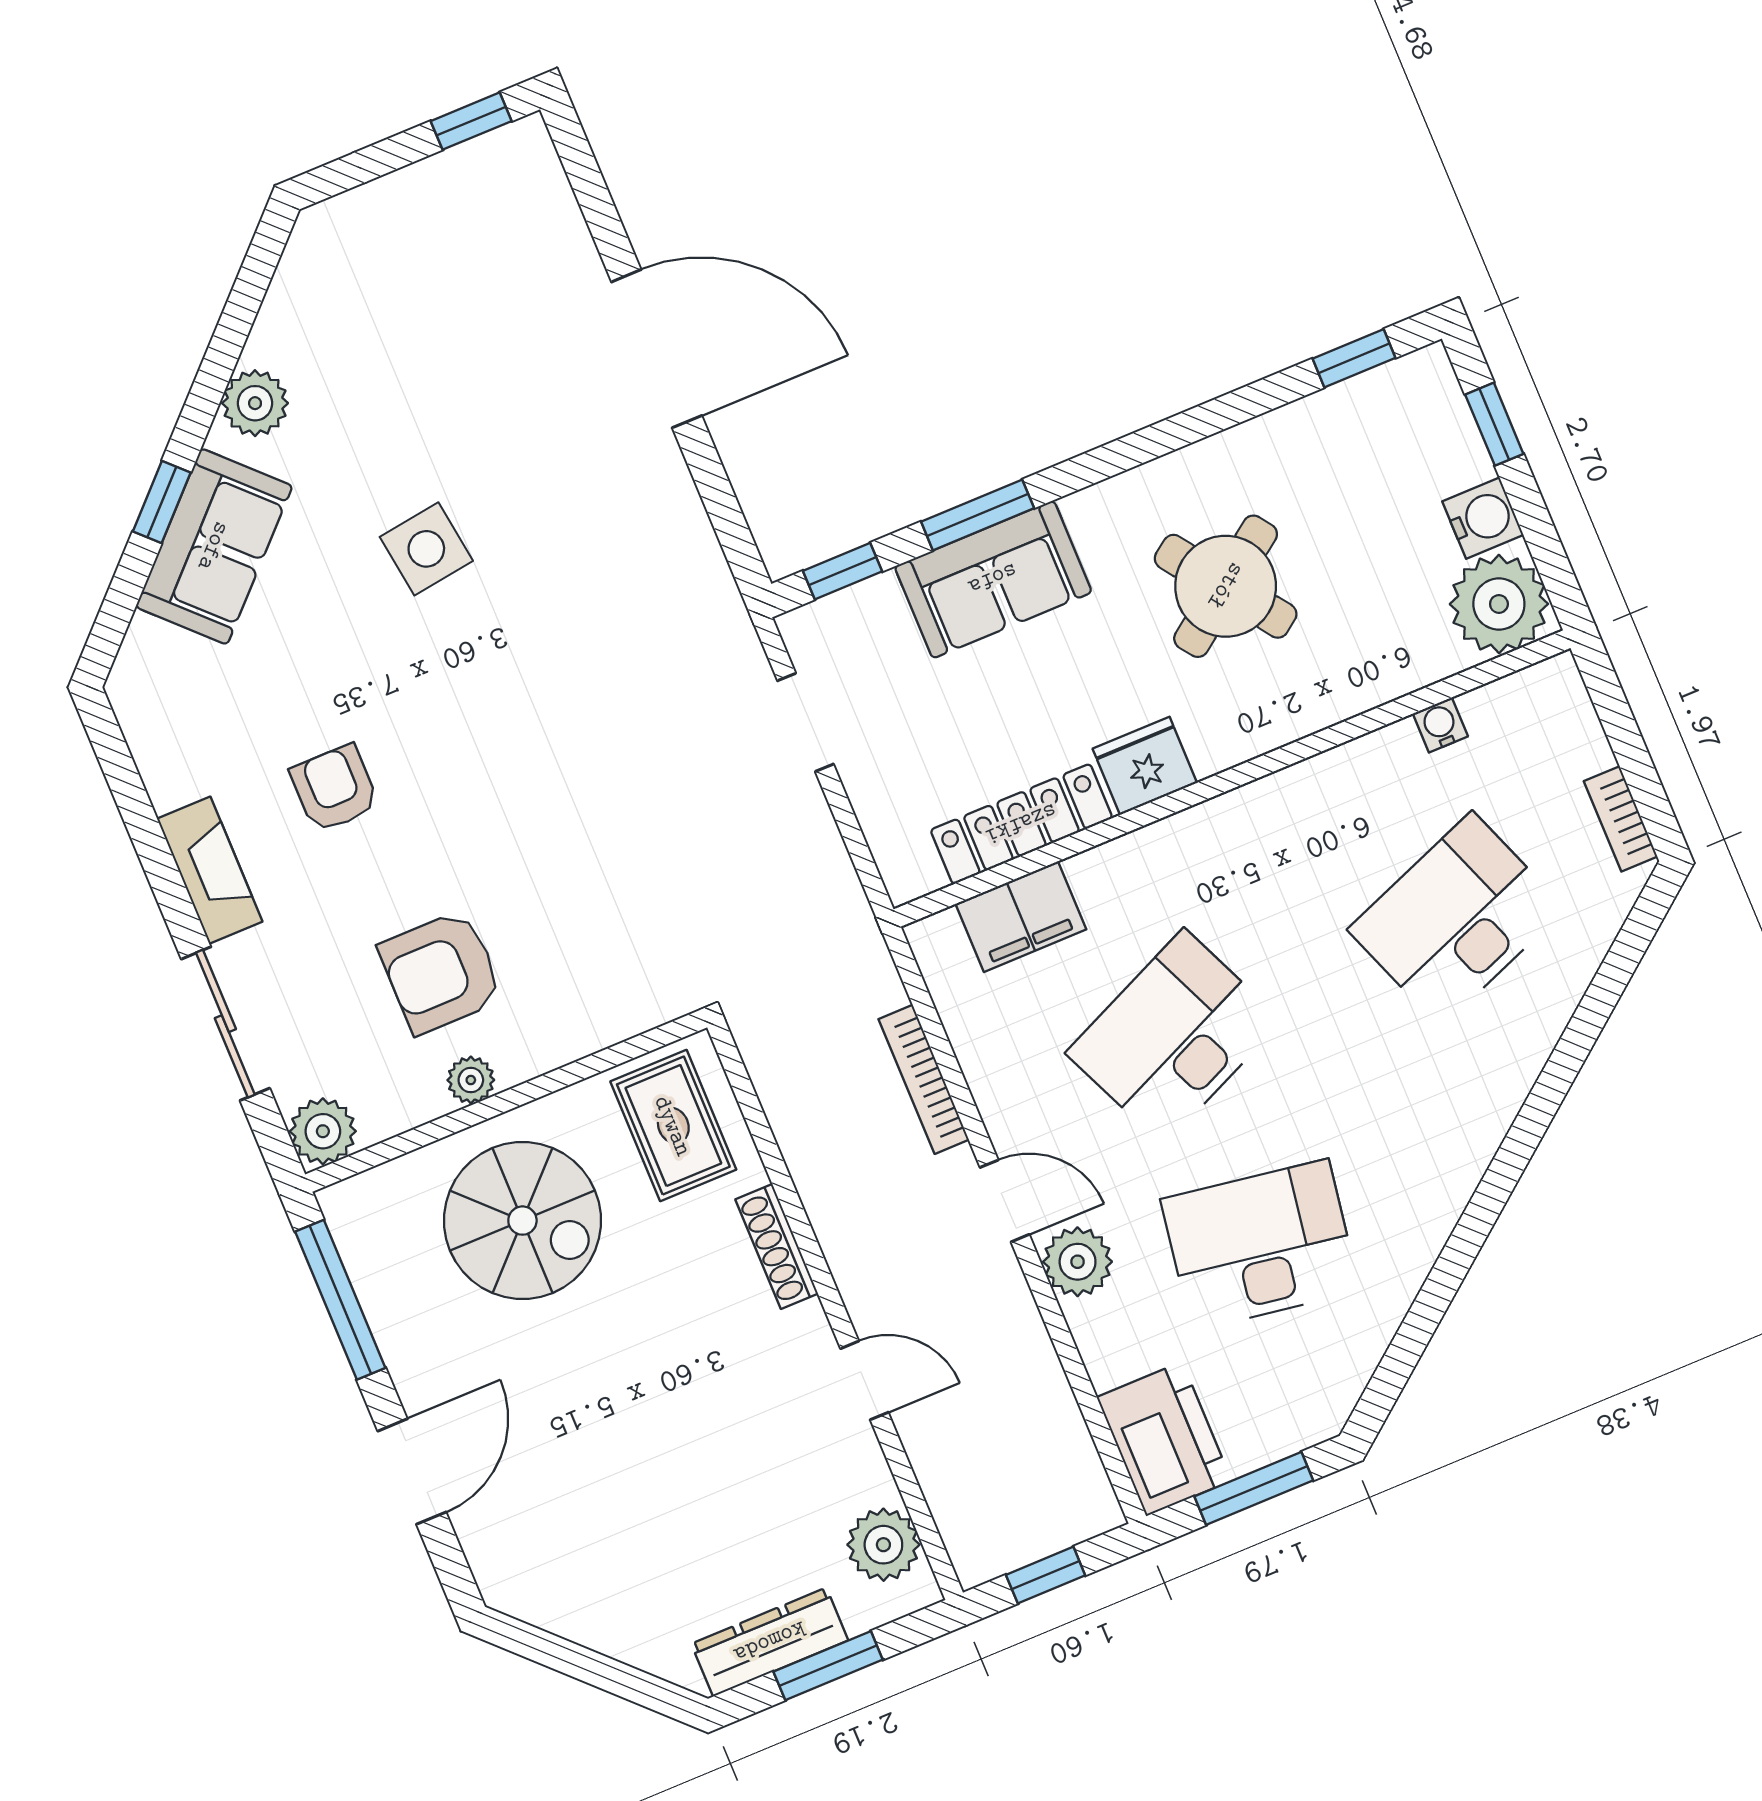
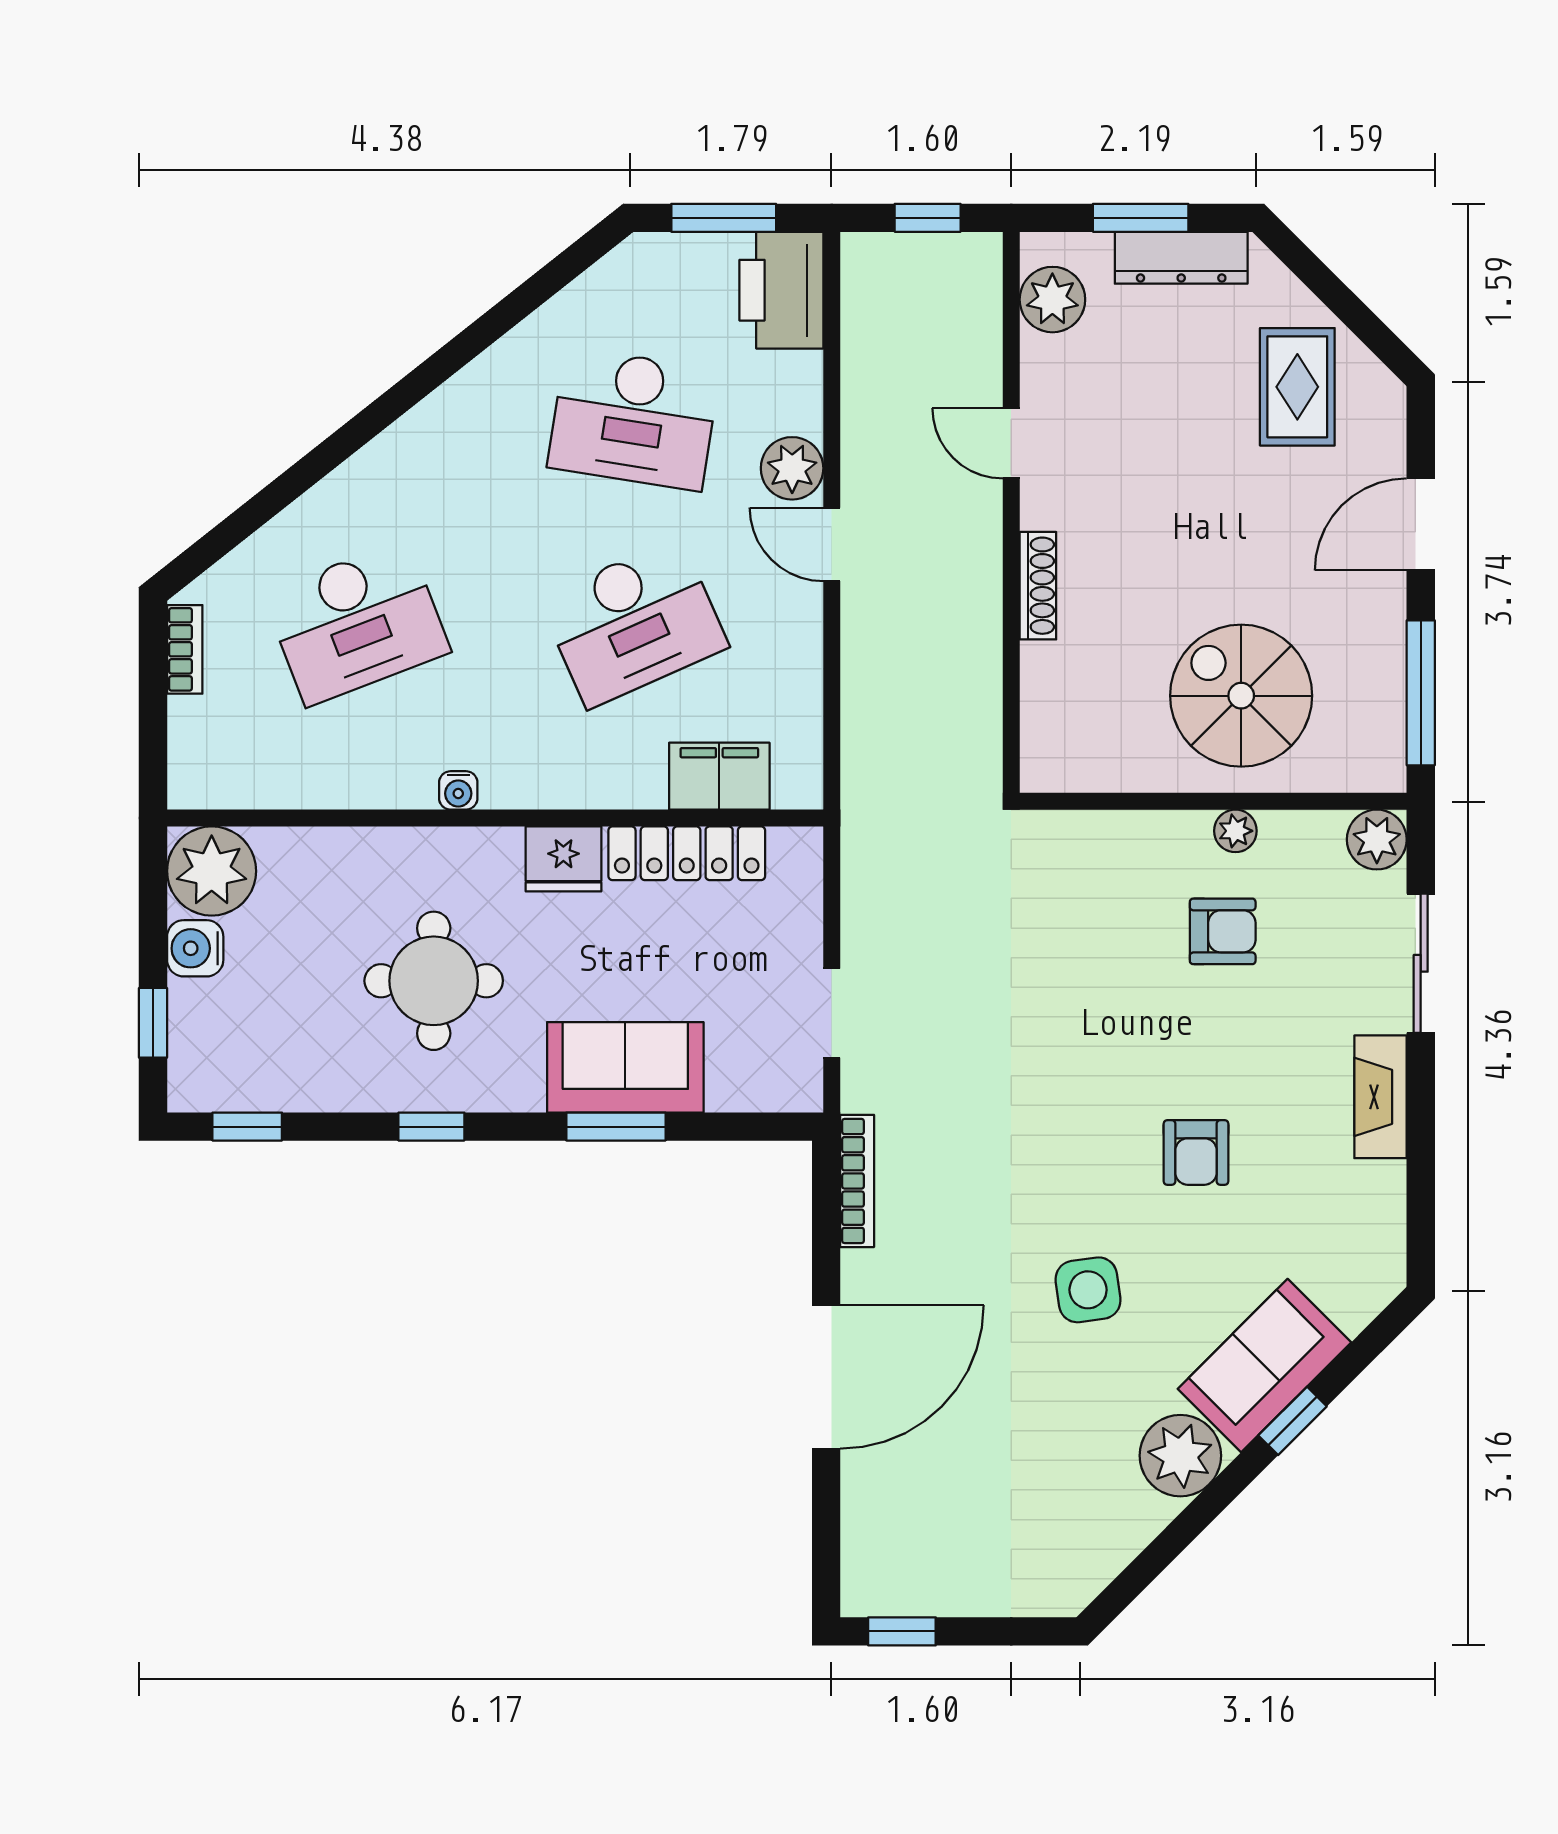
door: (657, 349) -> (826, 1377), swing flipped
plant: (255, 403) -> (1180, 1456), width x1.36, depth x1.36
window: (843, 571) -> (431, 1127), moved
round table: (1226, 586) -> (434, 981), turned 36
water cooler: (1440, 725) -> (458, 790), moved
armchair: (335, 788) -> (1196, 1152), moved
armchair: (441, 972) -> (1223, 931), width x0.72, depth x0.72
bookcase: (924, 1079) -> (857, 1181), moved
rug: (673, 1126) -> (1297, 387), moved

